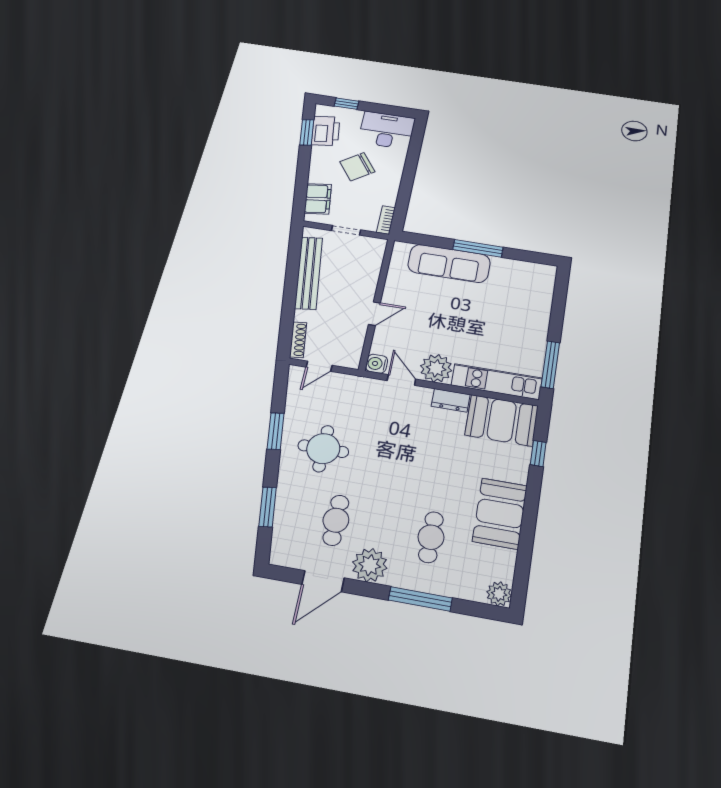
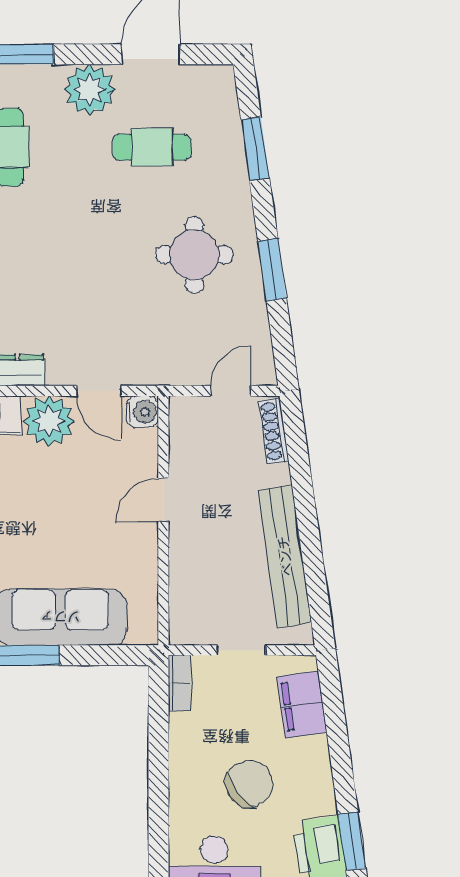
cafe table: (336, 520) -> (152, 147), turned 90

